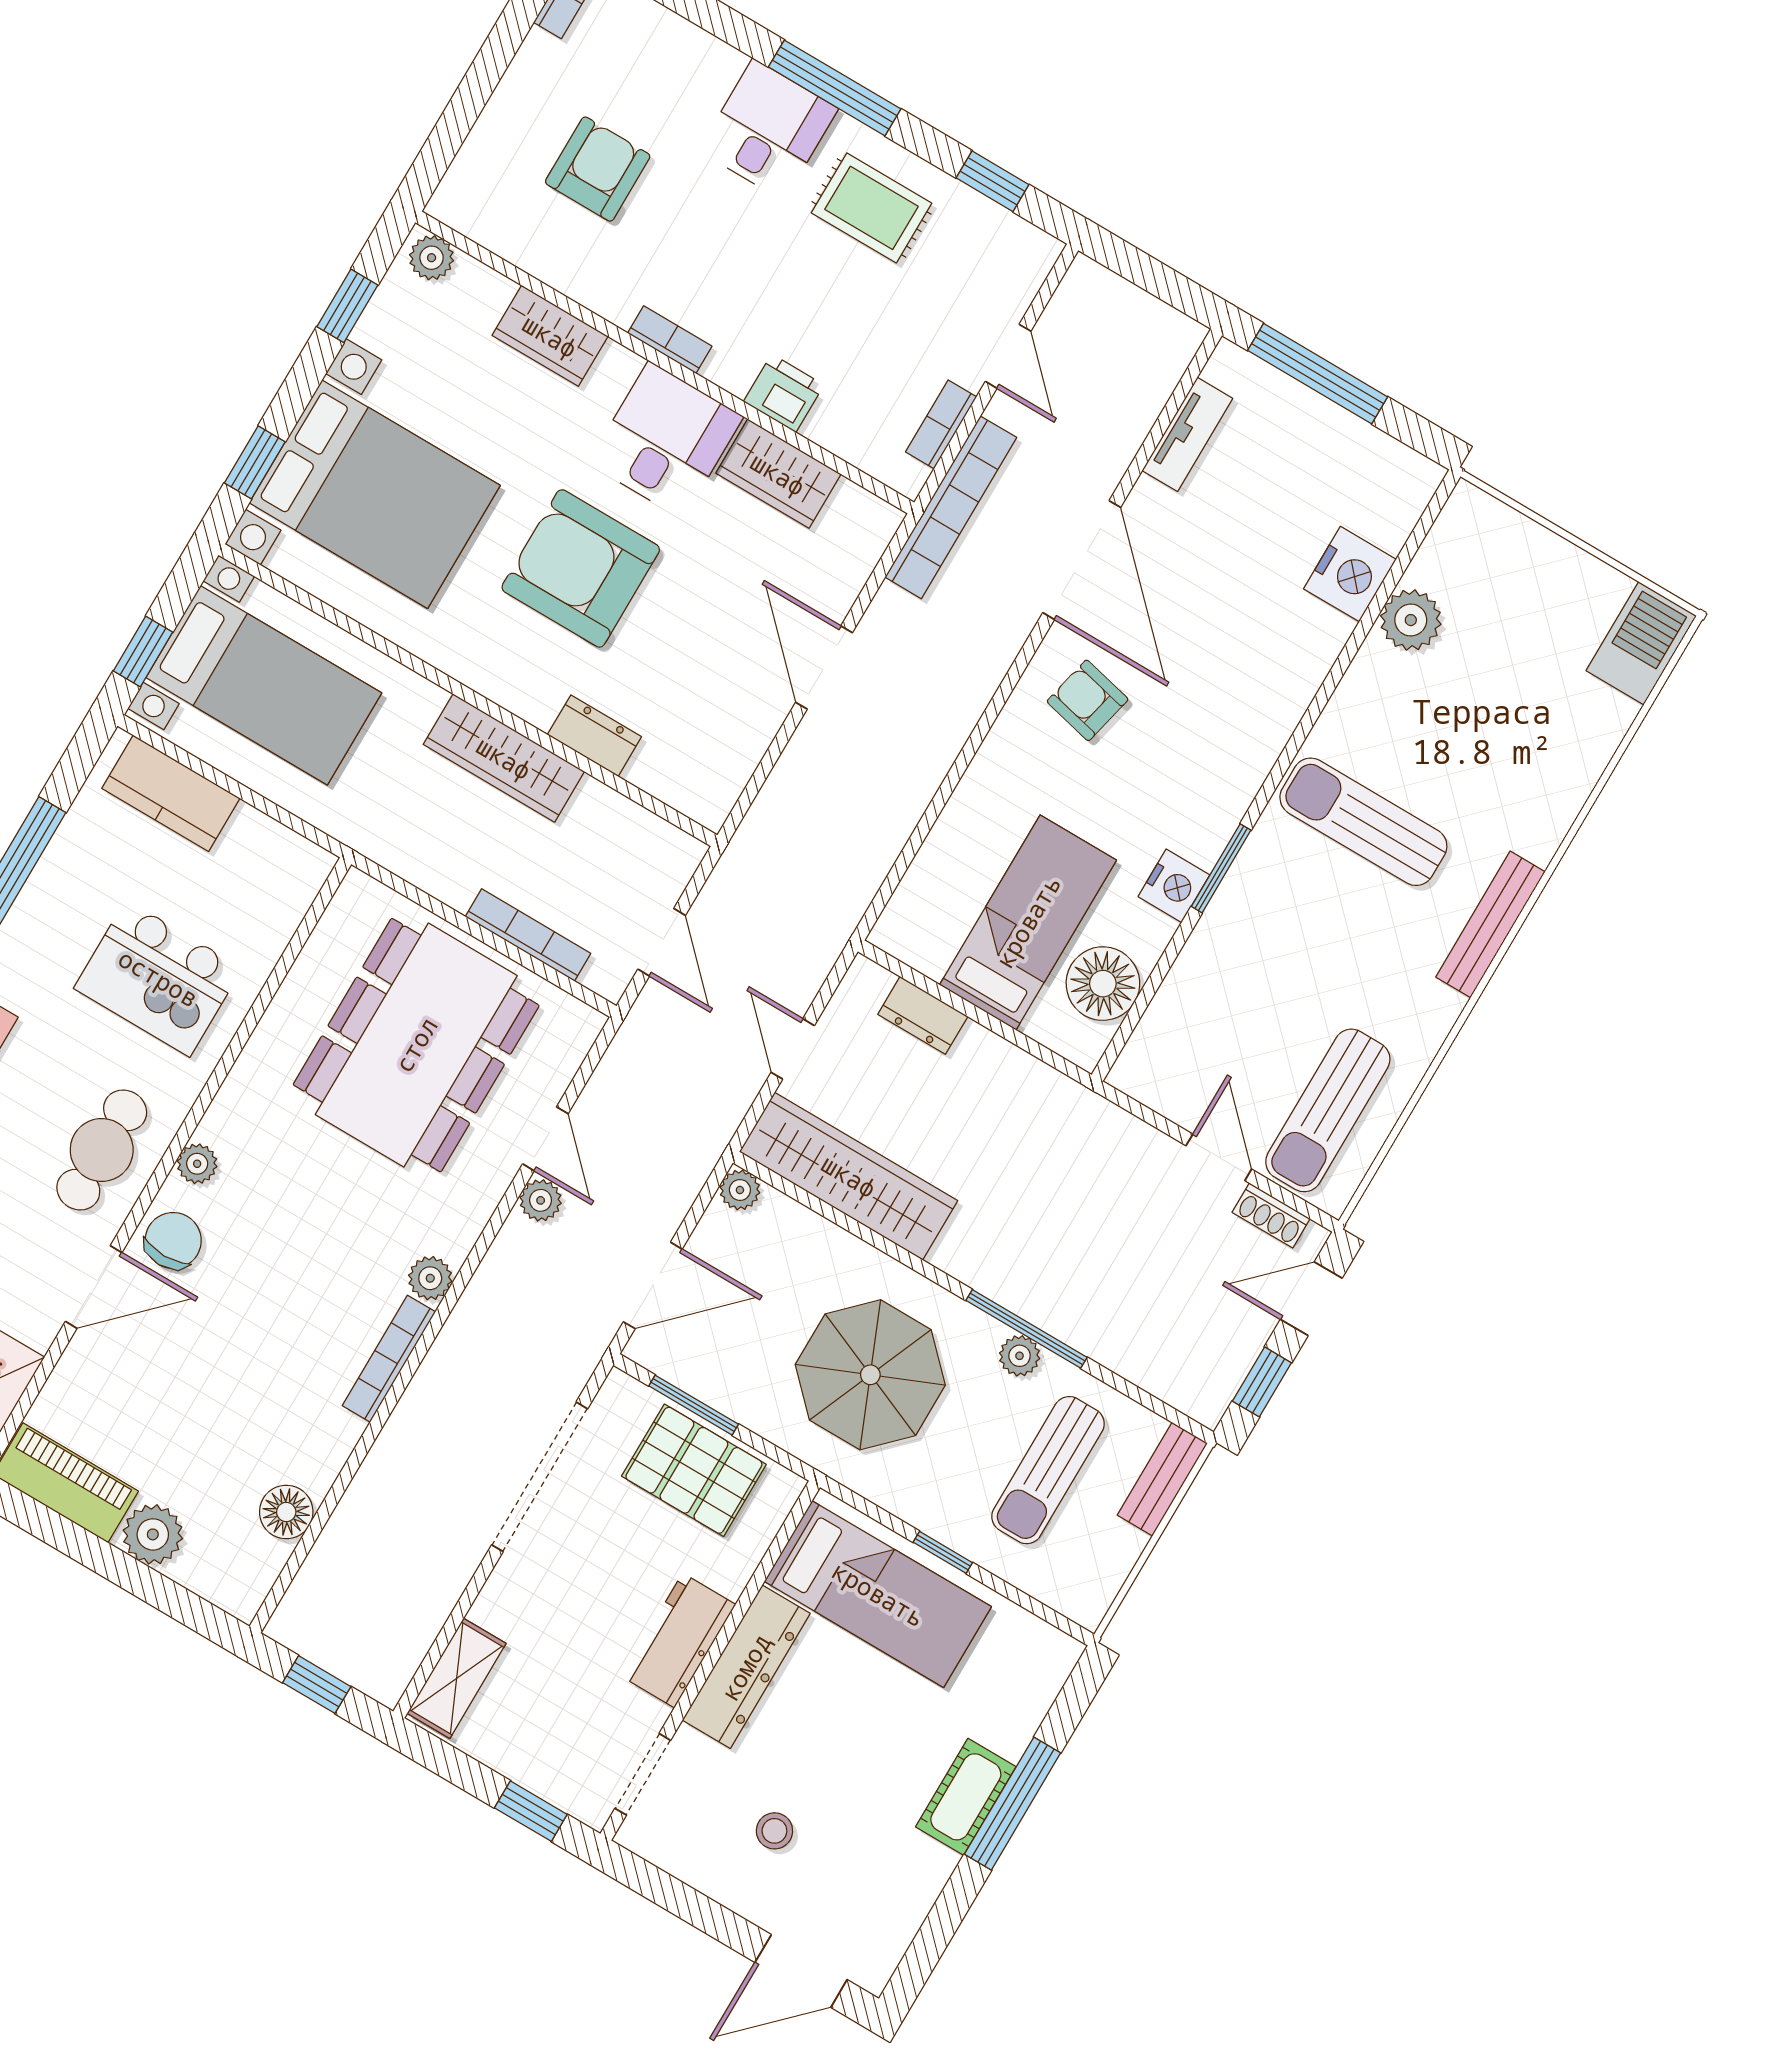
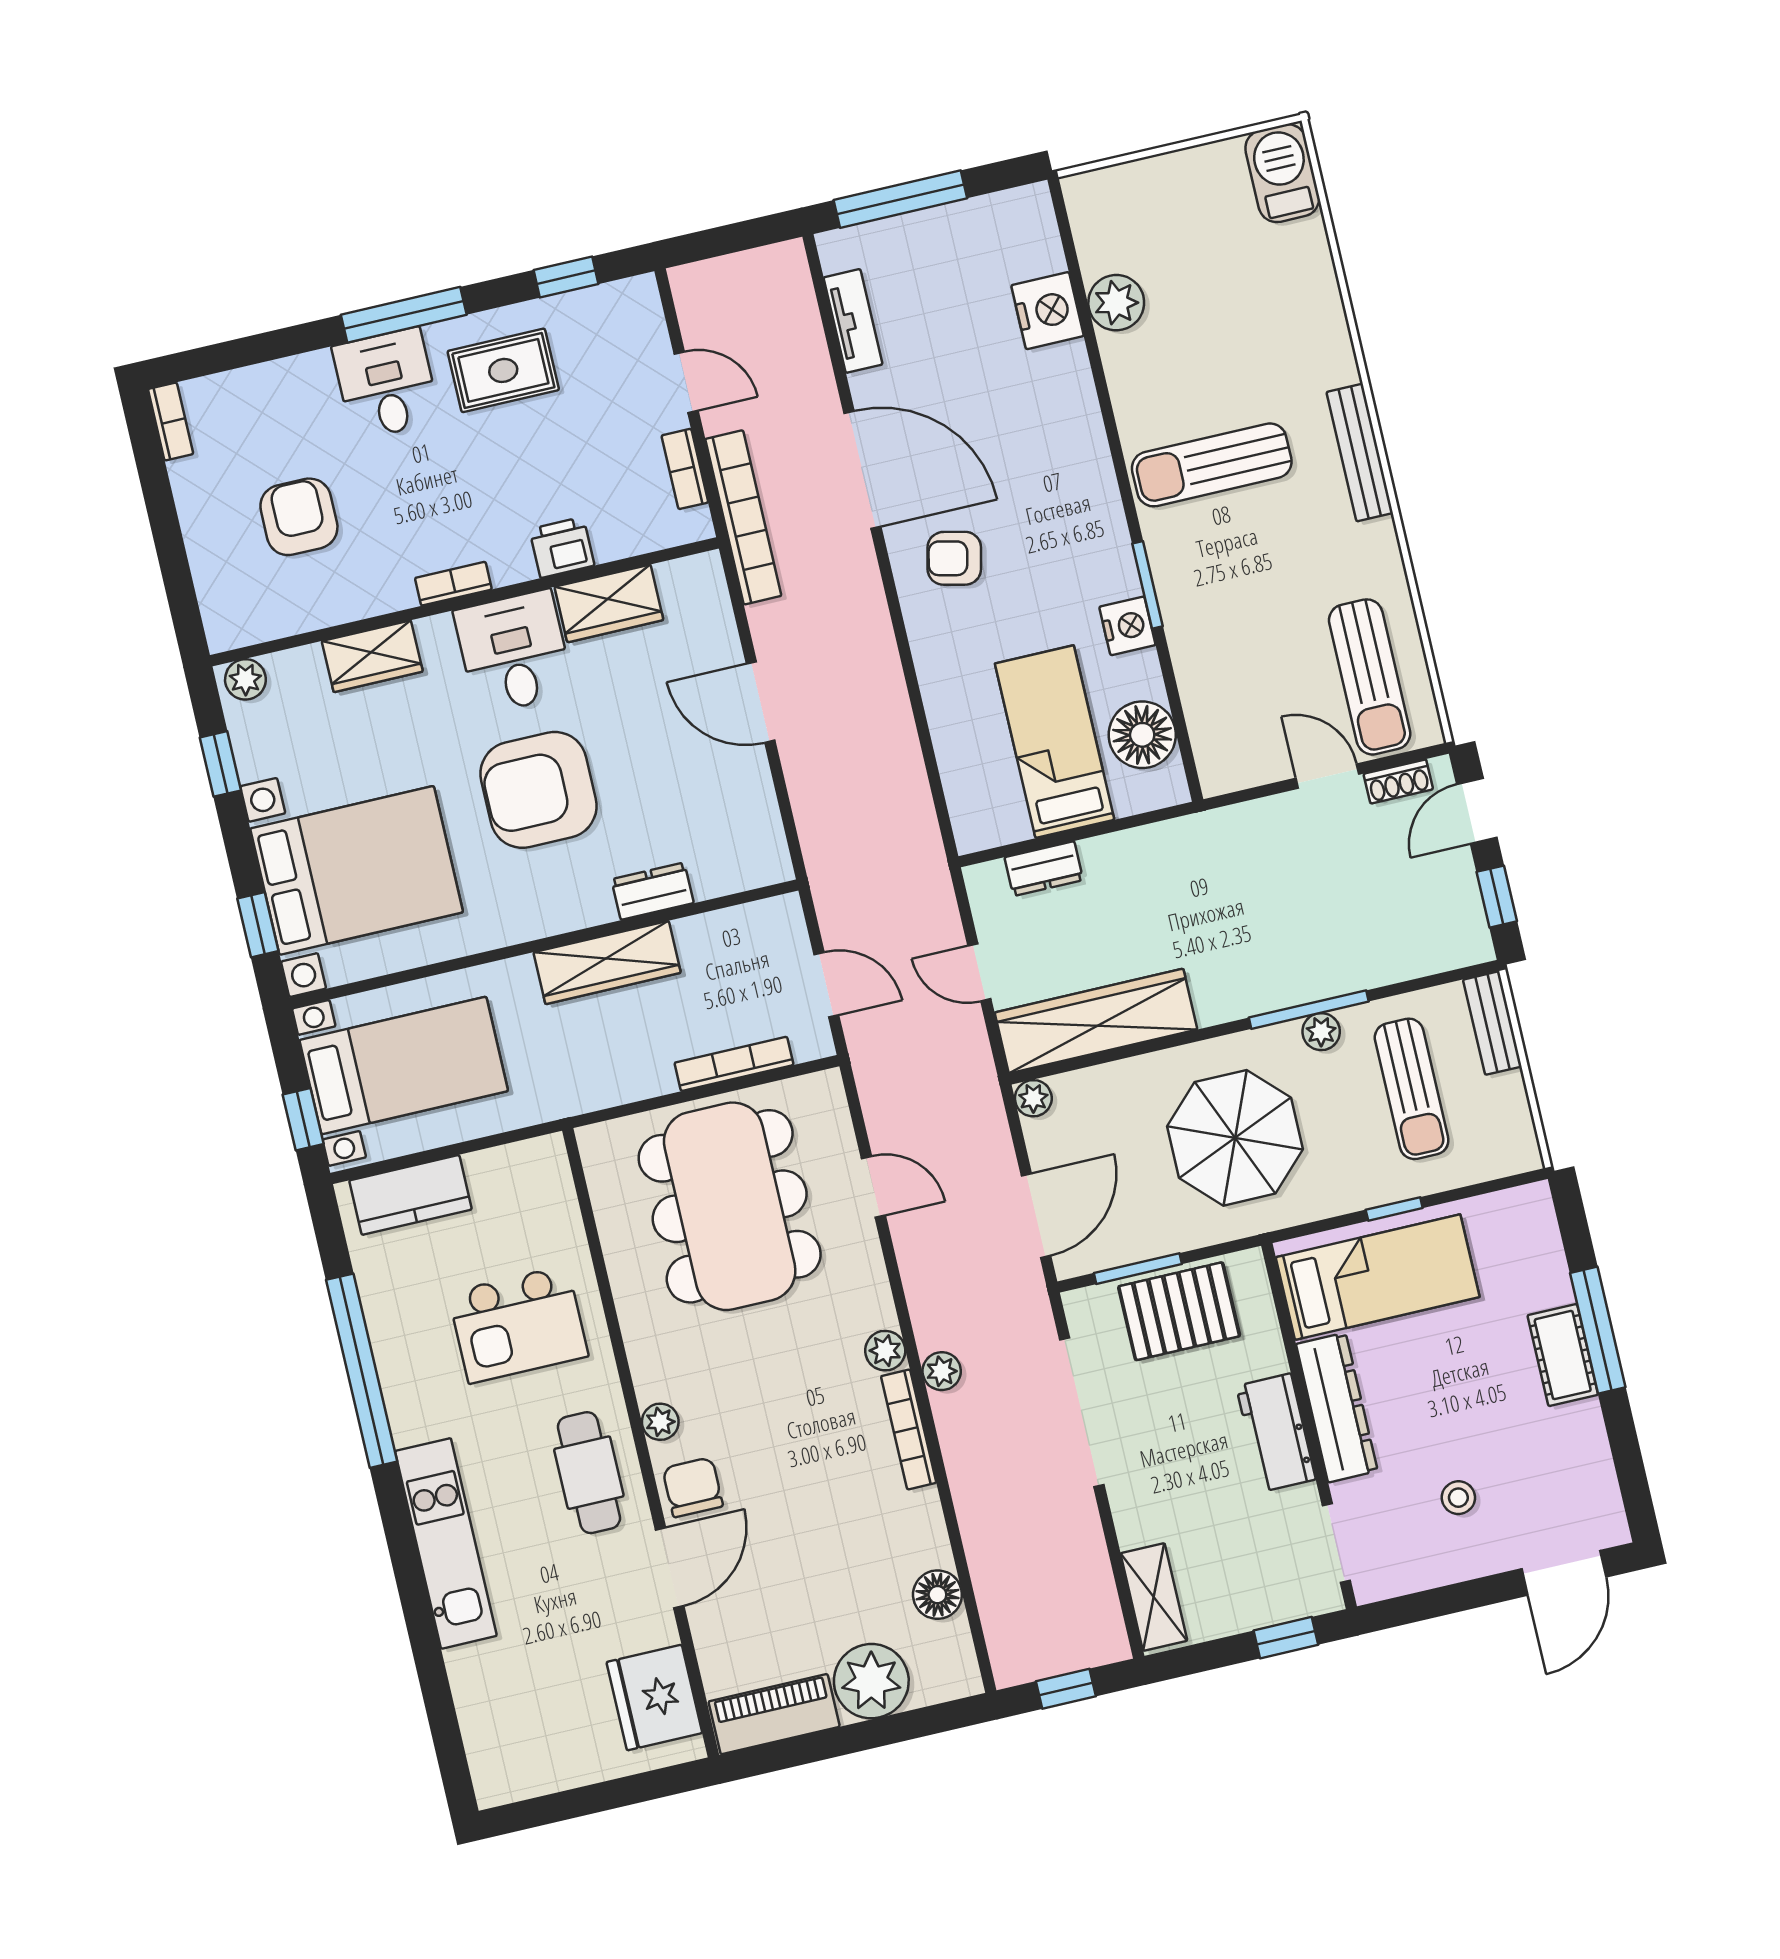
plant: (541, 1200) -> (942, 1371), moved
plant: (153, 1534) -> (871, 1681), width x1.36, depth x1.36

